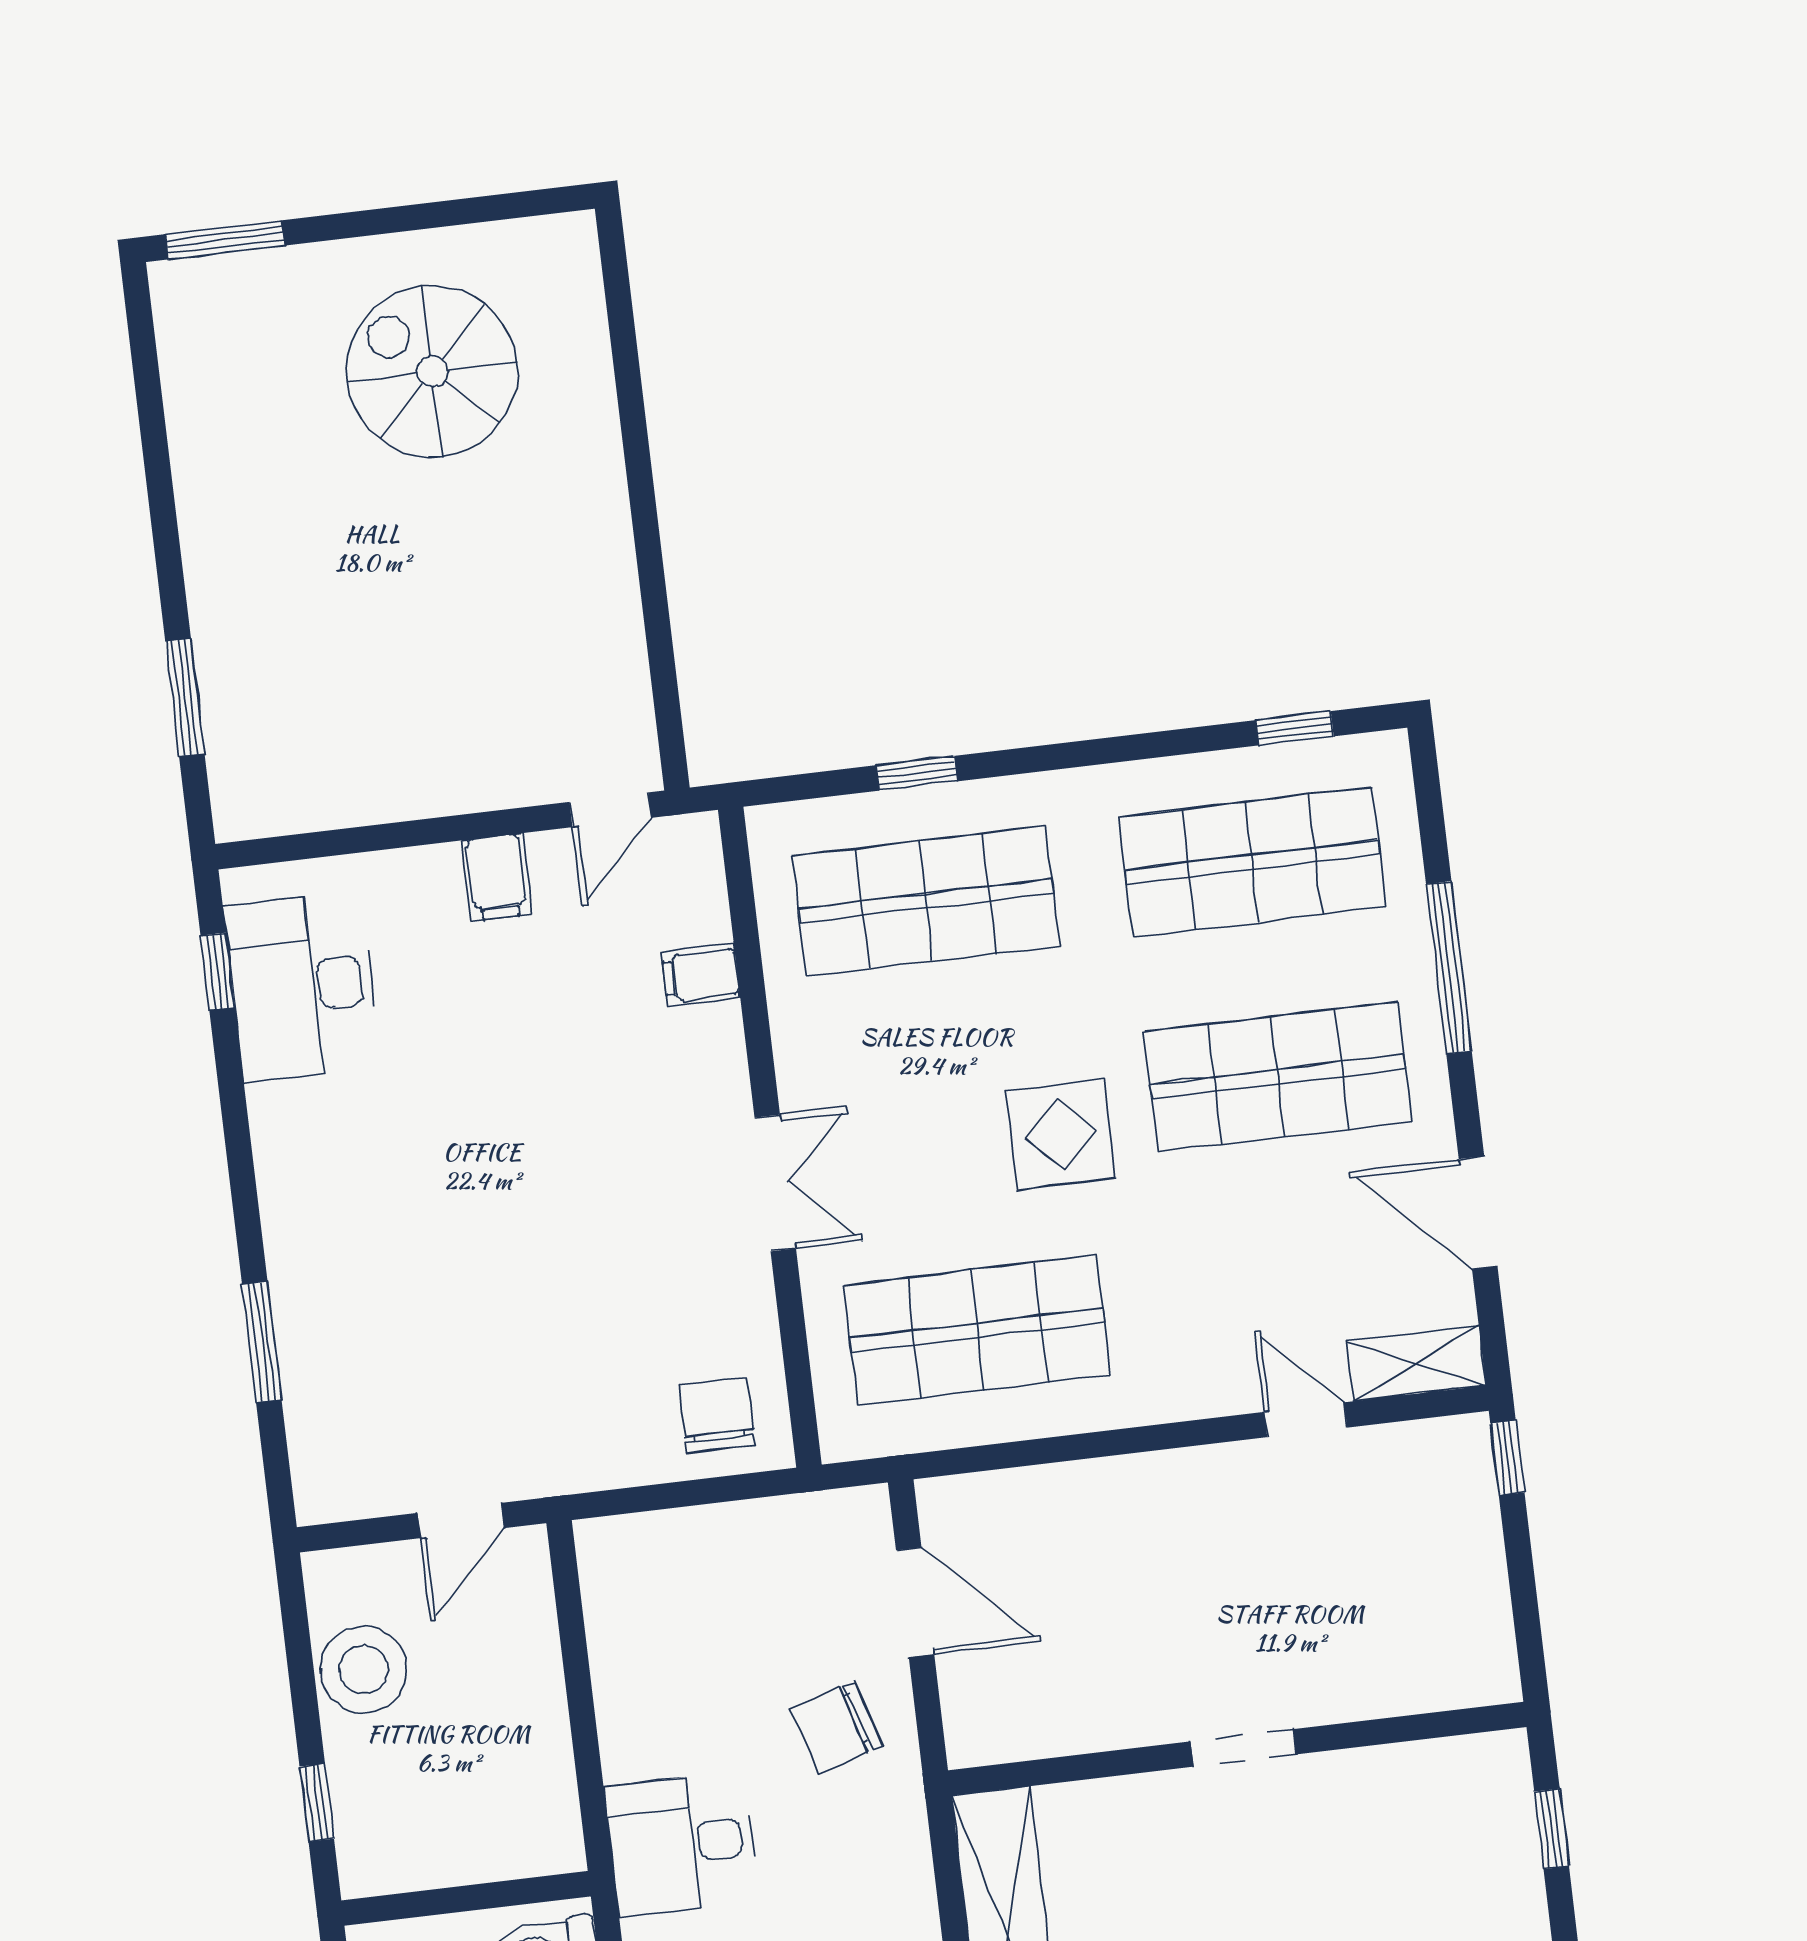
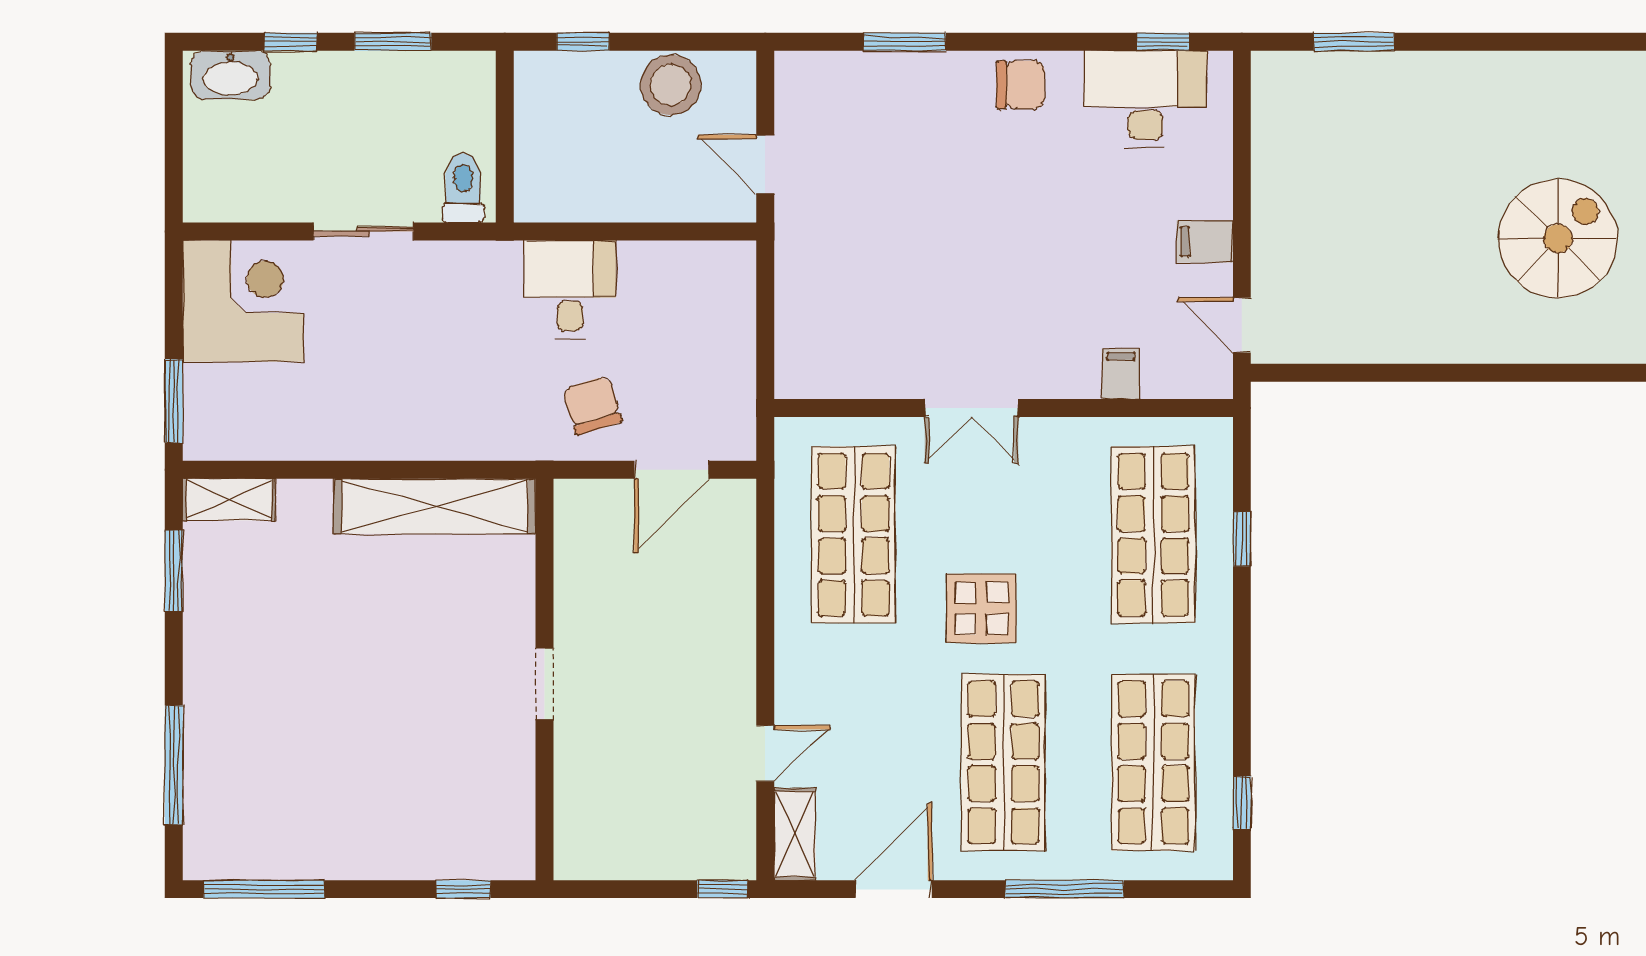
chair: (717, 1415) -> (1021, 85), moved
desk: (682, 1844) -> (570, 289), moved

